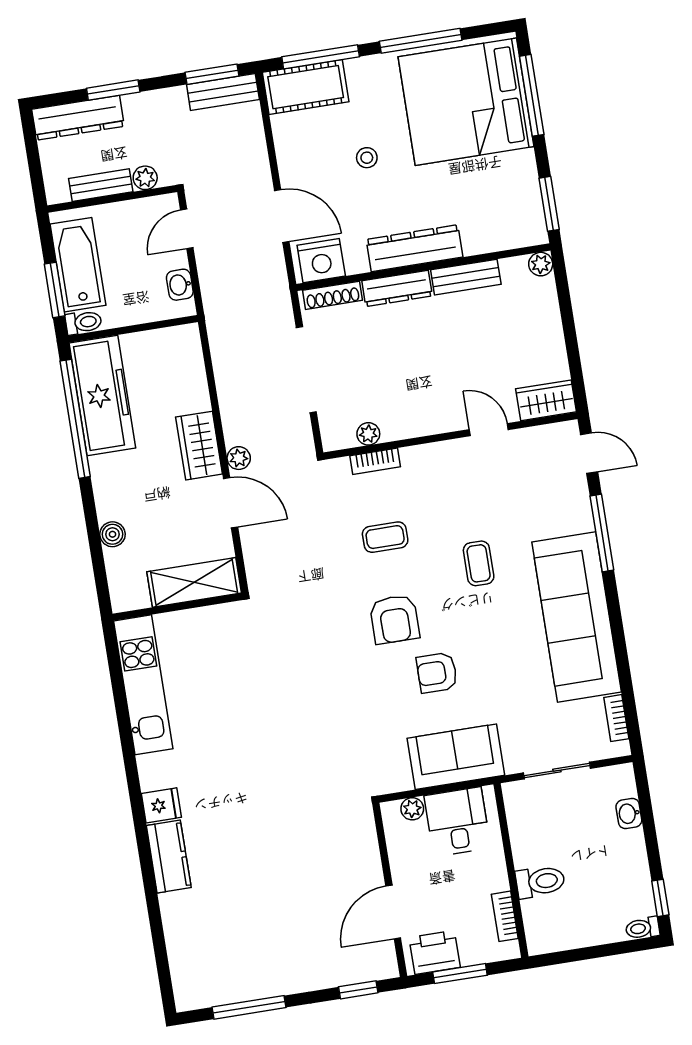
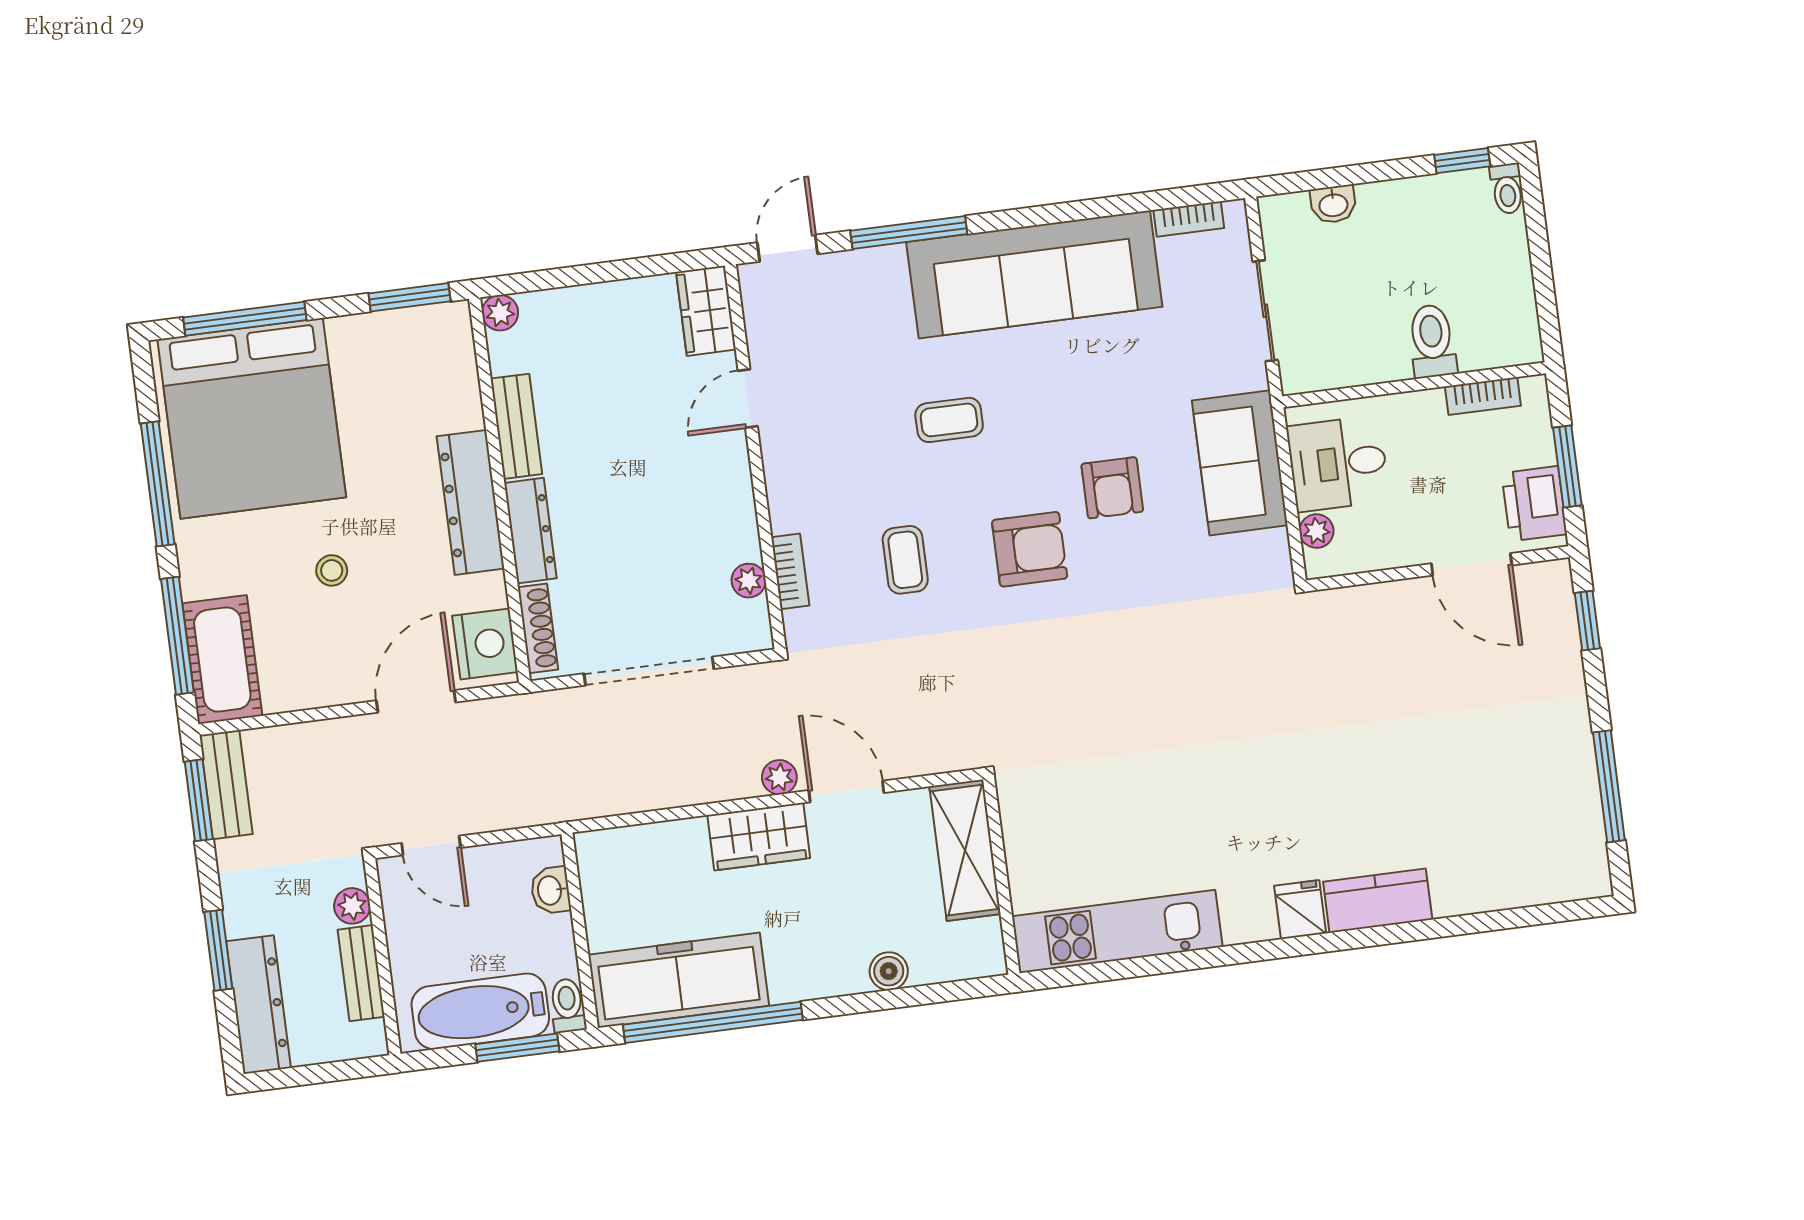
washbasin: (180, 285) -> (551, 890), moved, turned 90
door: (231, 503) -> (846, 792), hinge flipped

